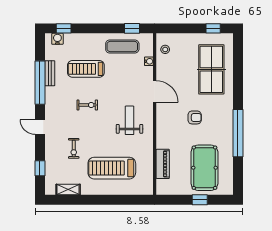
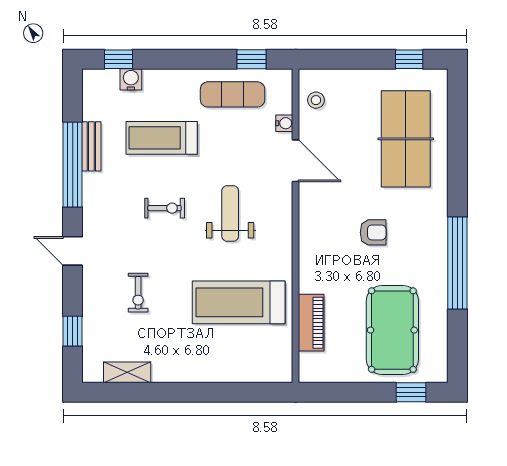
water cooler: (57, 39) -> (131, 79), moved
door: (155, 92) -> (296, 161), moved
weight bench: (129, 120) -> (230, 214), moved
treadmill: (112, 168) -> (239, 302), moved
window: (200, 200) -> (411, 392), moved

